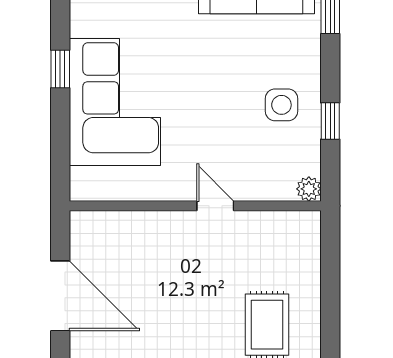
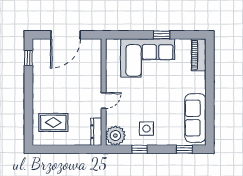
plant: (309, 189) -> (115, 136), width x1.88, depth x1.88
dresser: (289, 223) -> (96, 132), added

